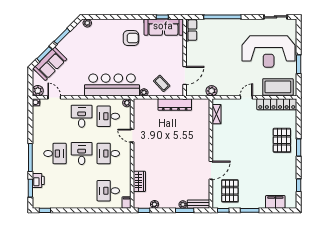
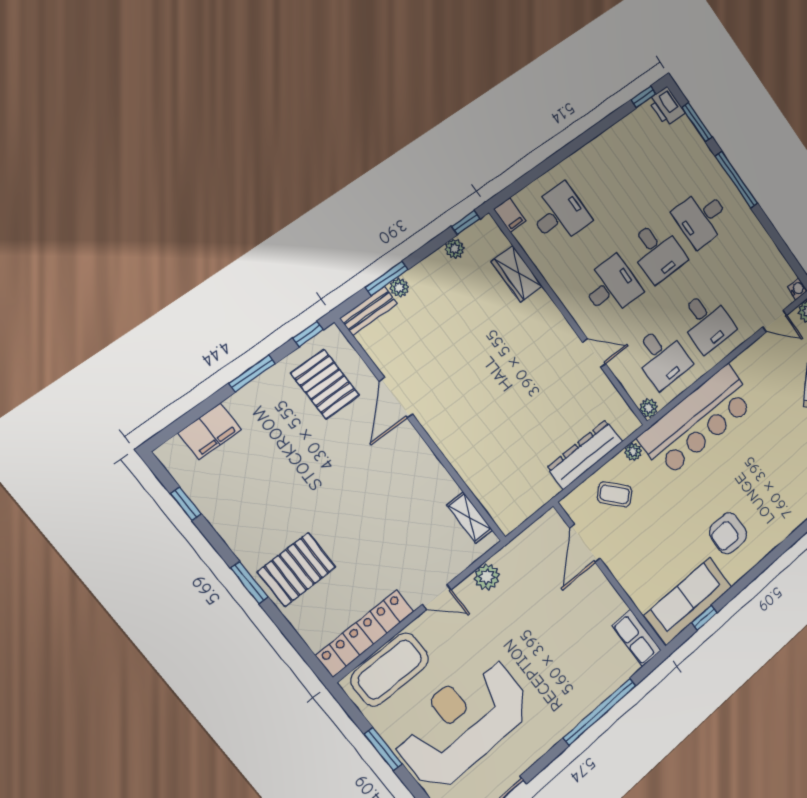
plant: (212, 91) -> (487, 577), moved
door: (246, 97) -> (437, 597), hinge flipped
dresser: (175, 105) -> (585, 454), moved
desk: (108, 116) -> (662, 357), turned 90
pallet: (282, 140) -> (297, 569), turned 90
printer: (38, 180) -> (667, 107), moved

